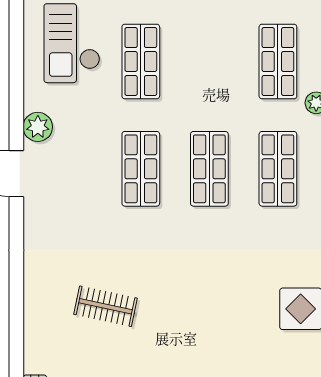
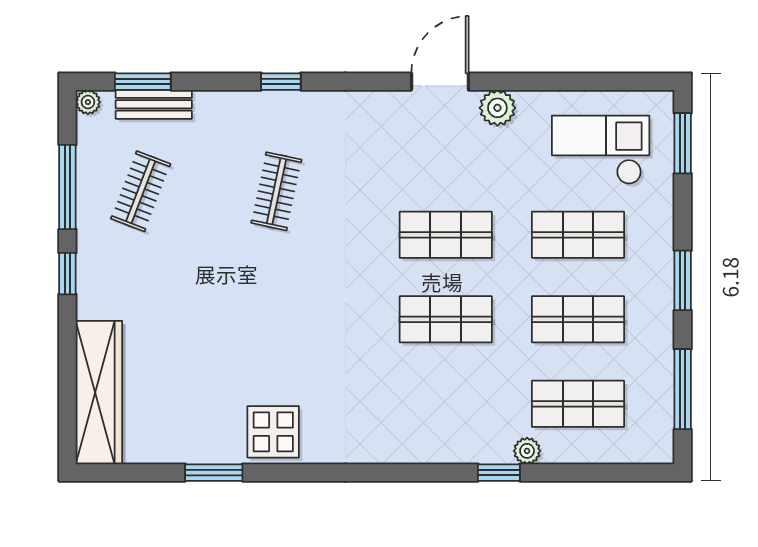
shop shelf: (278, 169) -> (578, 319), moved
window: (16, 303) -> (281, 82), added

